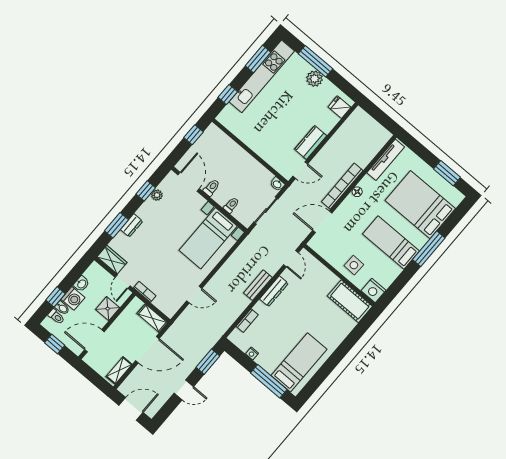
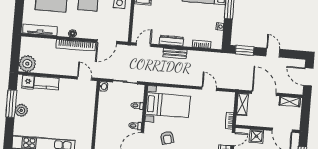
window: (316, 61) -> (11, 104), moved
plant: (360, 121) -> (27, 64), added
kitchen counter: (311, 143) -> (47, 83), moved
armchair: (174, 213) -> (167, 138), added
door: (322, 222) -> (107, 42), hinge flipped

